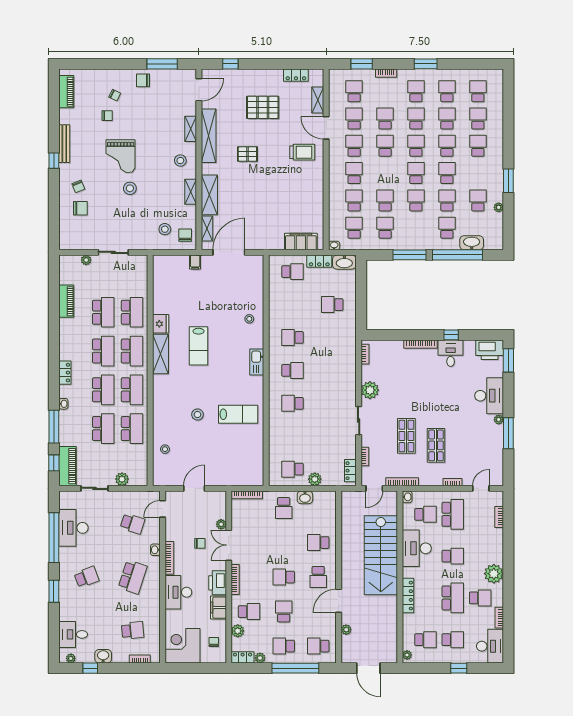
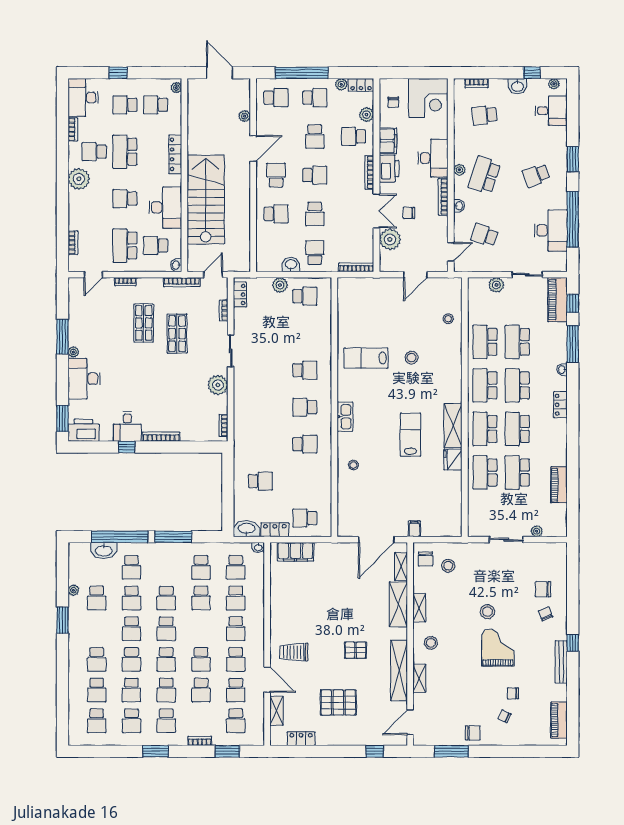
plant: (221, 524) -> (390, 239), width x1.88, depth x1.88
school desk: (284, 543) -> (315, 214), added
plant: (155, 582) -> (459, 170), added

